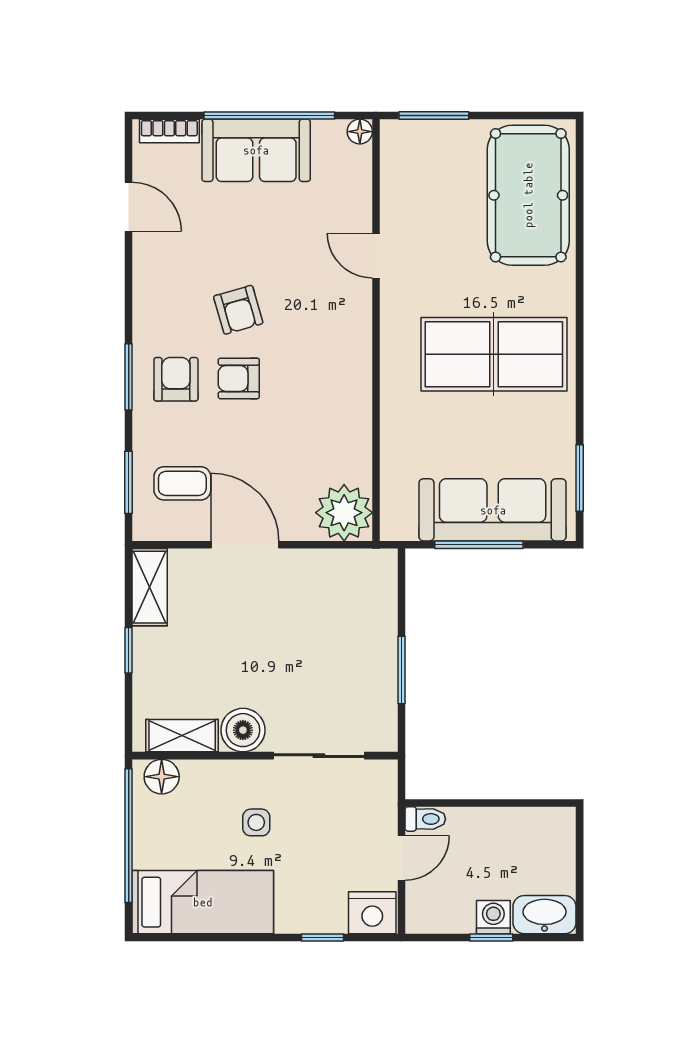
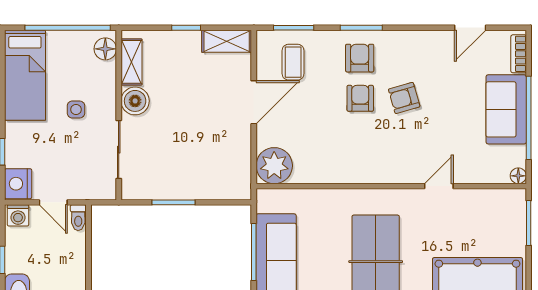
armchair: (176, 379) -> (360, 58), turned -90
washing machine: (493, 917) -> (18, 215), moved, turned 90

